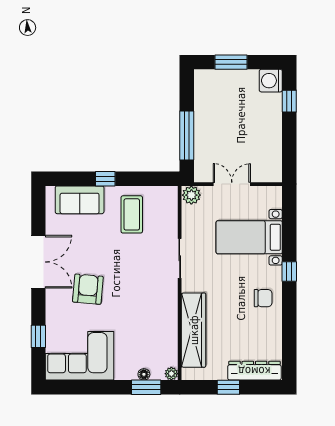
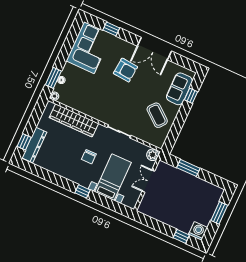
window: (187, 135) -> (188, 168), width x0.69
window: (105, 179) -> (191, 96), moved
double door: (232, 184) -> (148, 181), swing flipped
coffee table: (132, 214) -> (157, 115), turned 39
chair: (263, 298) -> (89, 157), moved
window: (228, 387) -> (24, 142), moved

